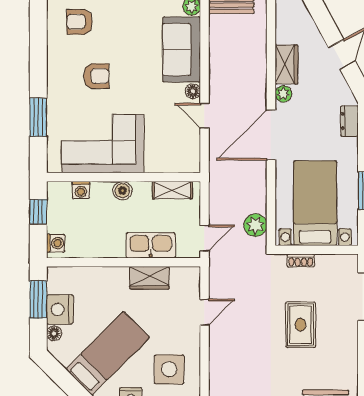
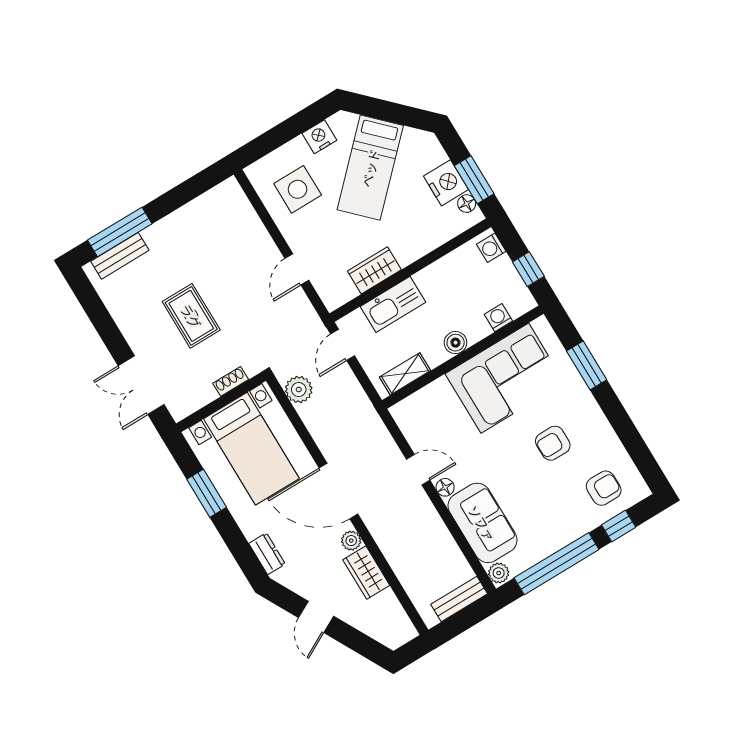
door: (271, 135) -> (338, 491), swing flipped
floor lamp: (54, 333) -> (467, 204), moved

